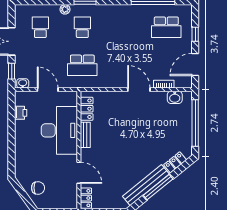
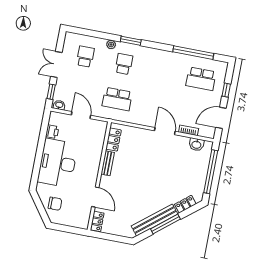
desk: (59, 130) -> (58, 163), moved, turned 180

